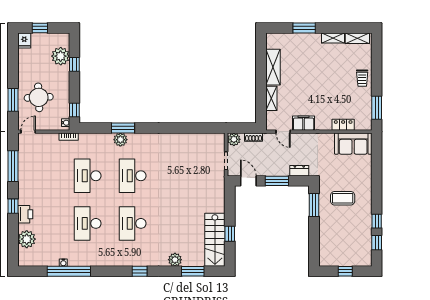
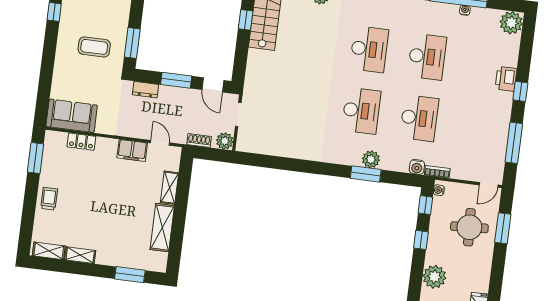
window: (304, 28) -> (130, 275), moved
window: (74, 64) -> (421, 240), moved
water cooler: (85, 138) -> (417, 167), added
plant: (27, 239) -> (511, 23), moved

